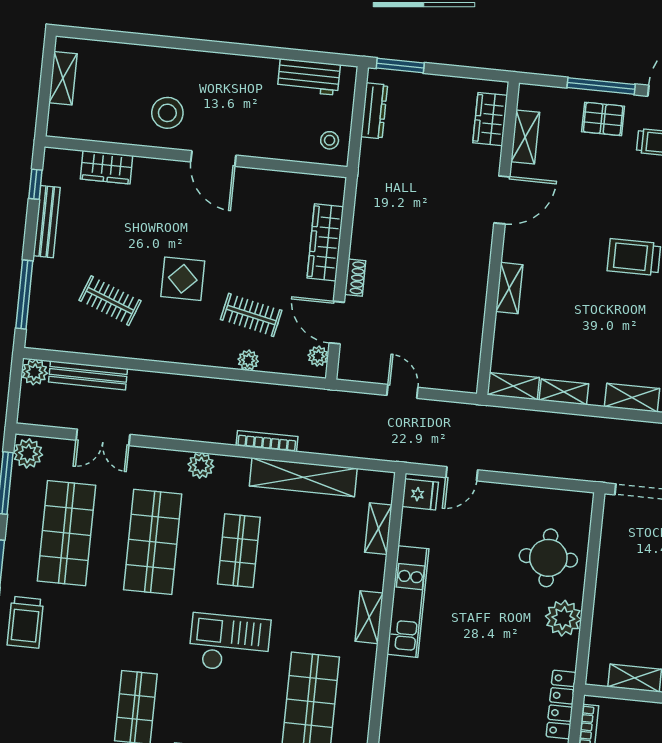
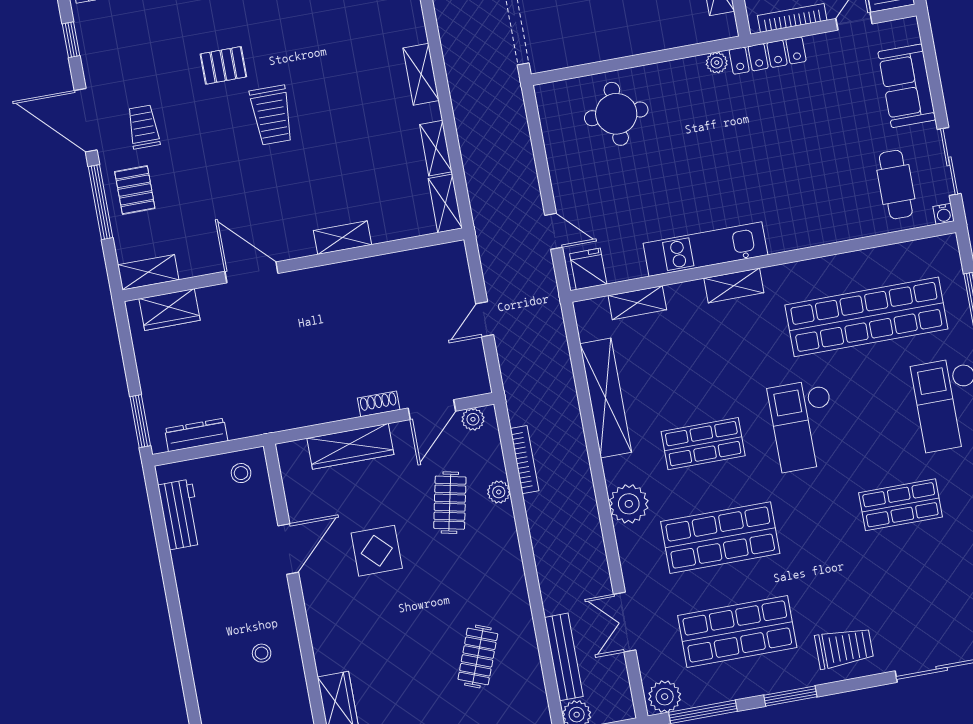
stool: (167, 113) -> (262, 653), width x0.53, depth x0.53
shelving: (525, 137) -> (148, 272), moved
door: (213, 158) -> (288, 549), moved
display table: (183, 279) -> (377, 551), moved
double door: (103, 437) -> (625, 622), swing flipped
bookcase: (267, 441) -> (524, 460), moved, turned 180
plant: (201, 465) -> (629, 504), width x1.36, depth x1.36
plant: (563, 618) -> (717, 63), moved, width x0.53, depth x0.53

